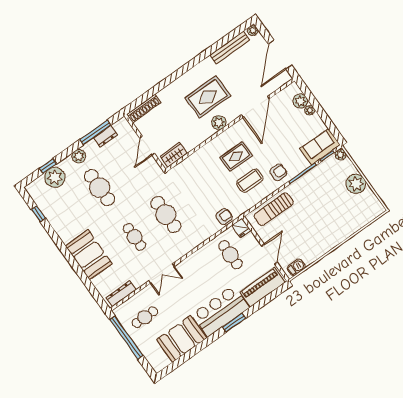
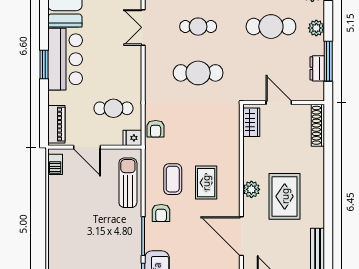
piano: (263, 287) -> (56, 124), width x0.73, depth x0.75

